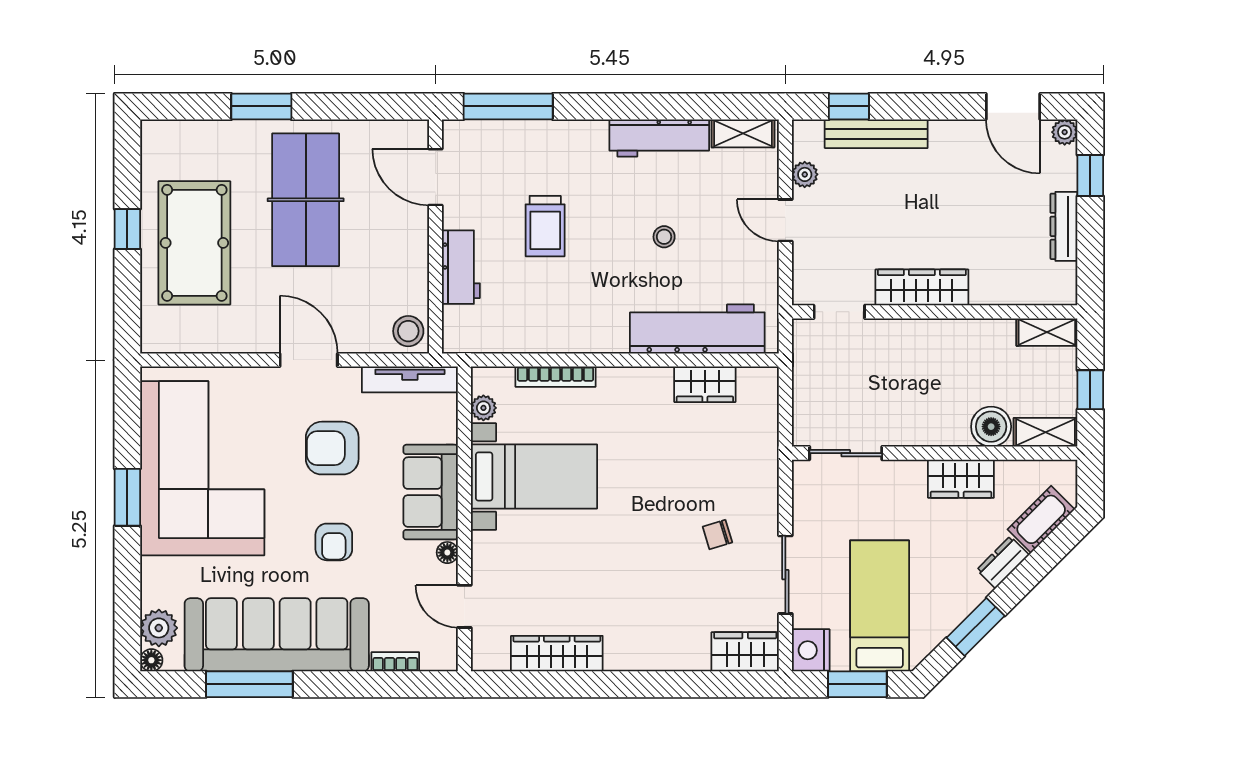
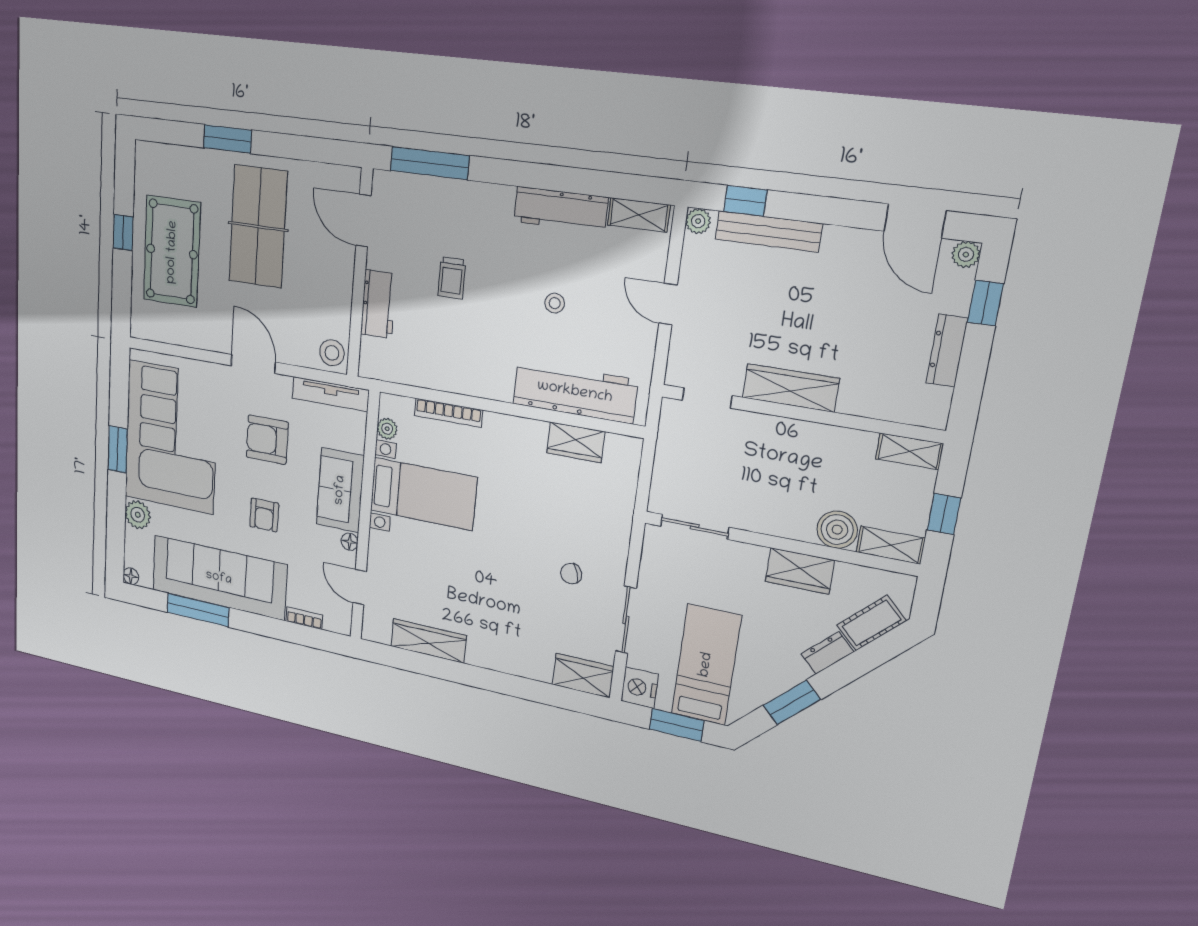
plant: (805, 174) -> (698, 221), moved
trolley: (545, 226) -> (452, 278), width x0.73, depth x0.72
plant: (159, 628) -> (138, 515), moved

